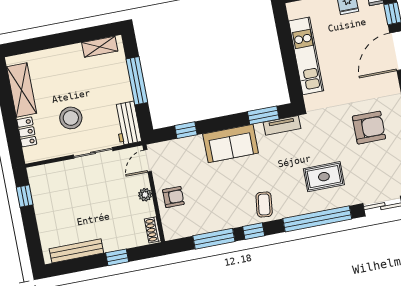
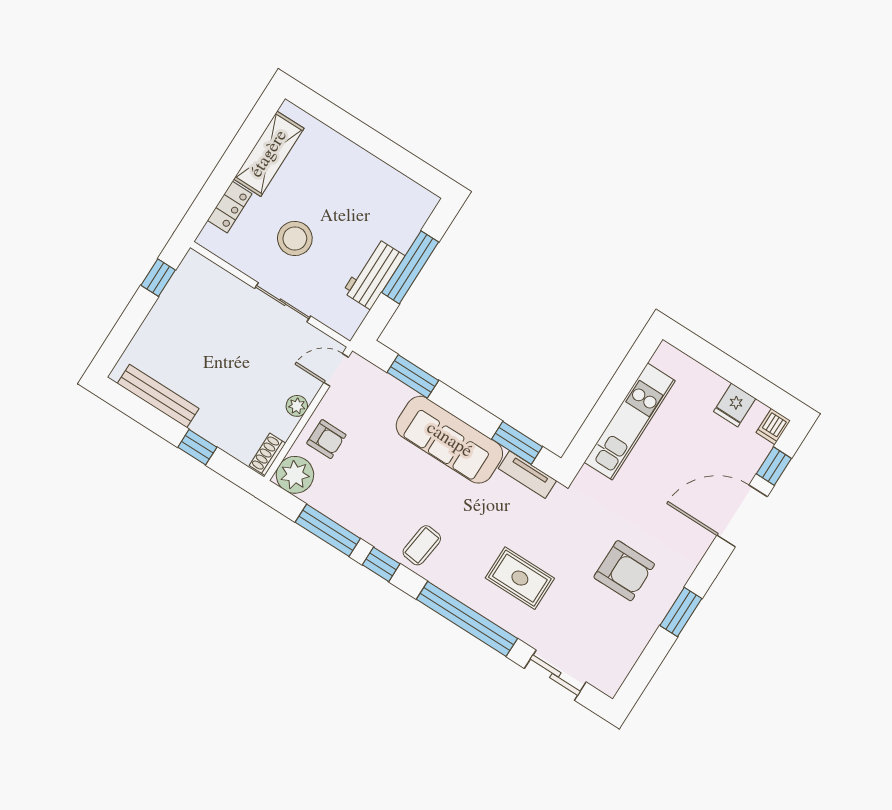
shelving: (100, 47) -> (404, 189), removed
workbench: (127, 123) -> (374, 274), moved
window: (186, 130) -> (413, 376), width x1.50
sofa: (231, 143) -> (449, 440), width x1.36
plant: (174, 227) -> (295, 475), added

